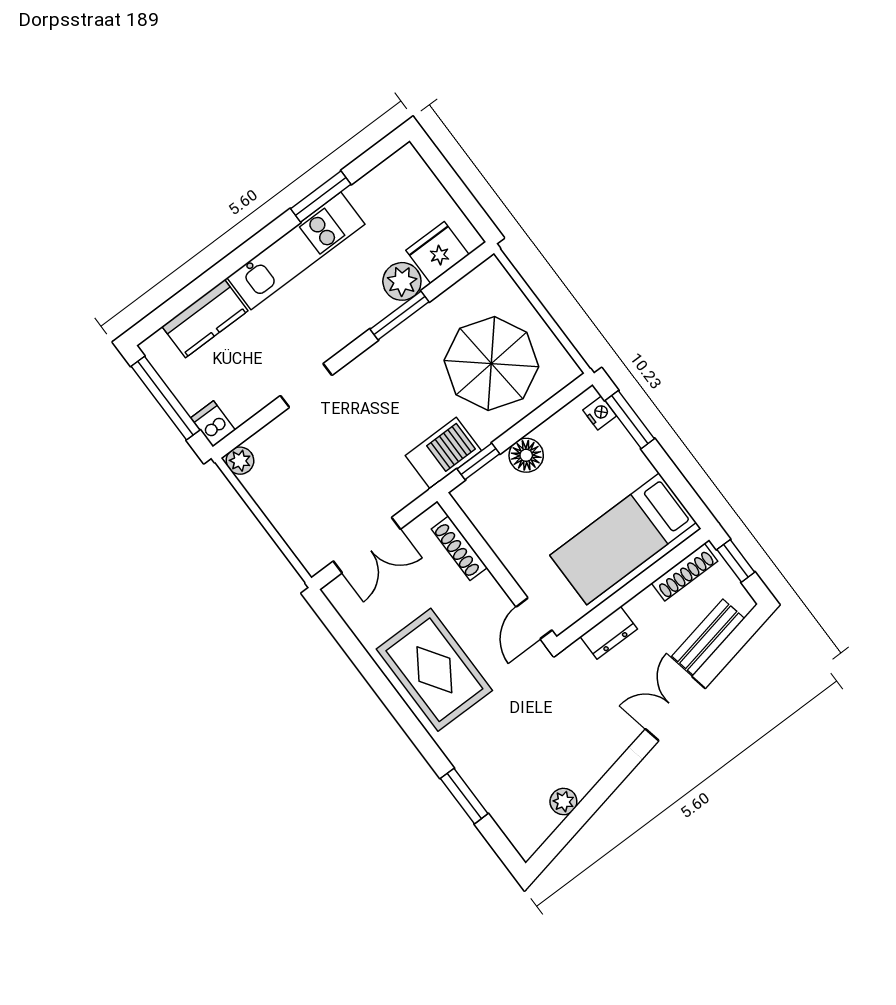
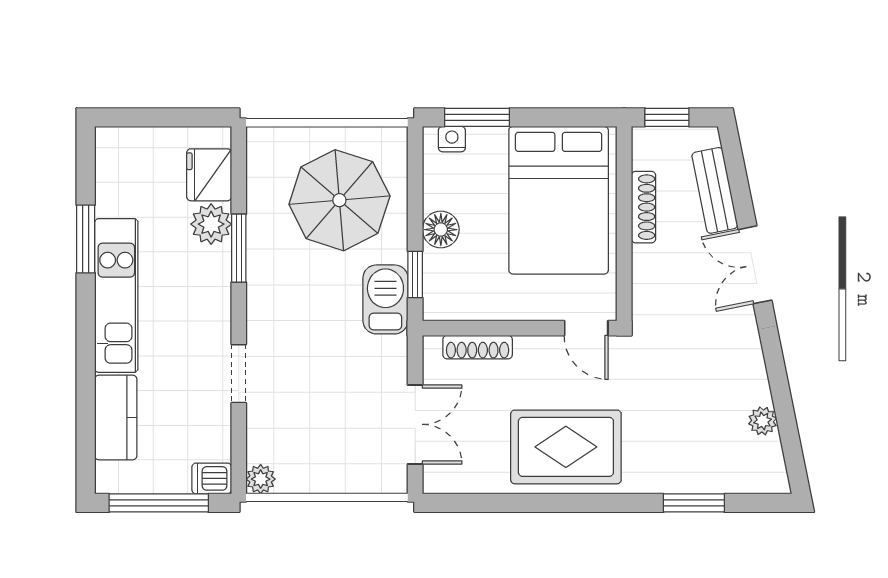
bed: (623, 539) -> (559, 200), width x1.50
shoe rack: (685, 572) -> (643, 207), moved
dresser: (609, 633) -> (647, 273), removed

